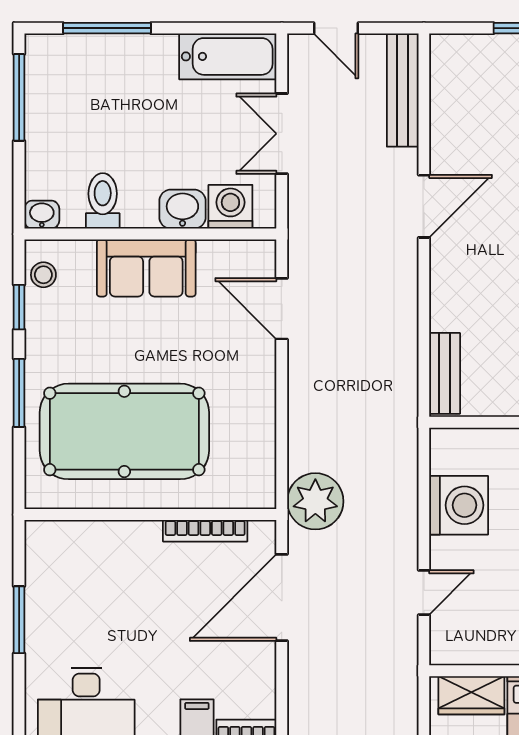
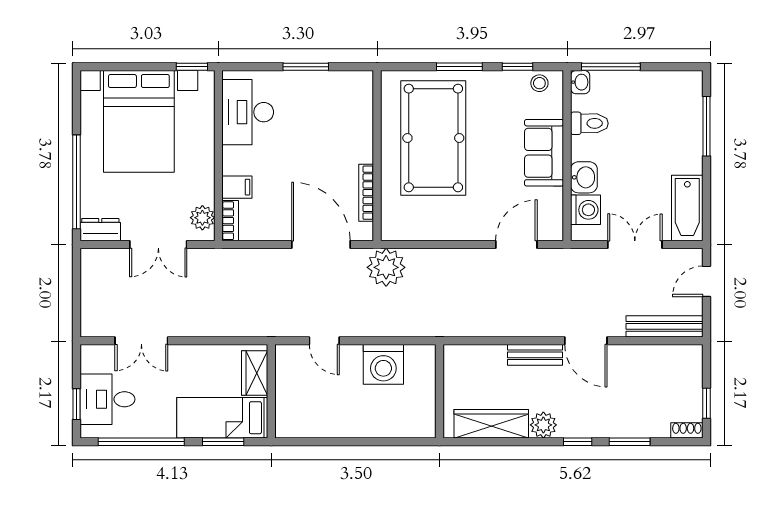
window: (19, 97) -> (611, 67), moved
bench: (445, 373) -> (535, 355), moved

